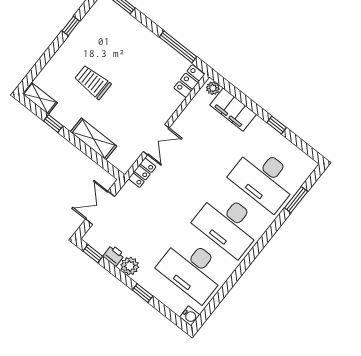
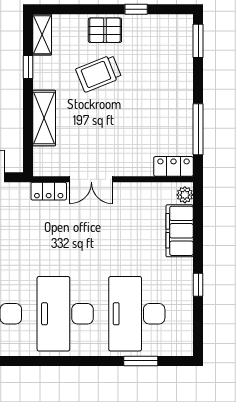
pallet: (68, 56) -> (105, 30), added
trolley: (93, 82) -> (99, 73), turned -112

